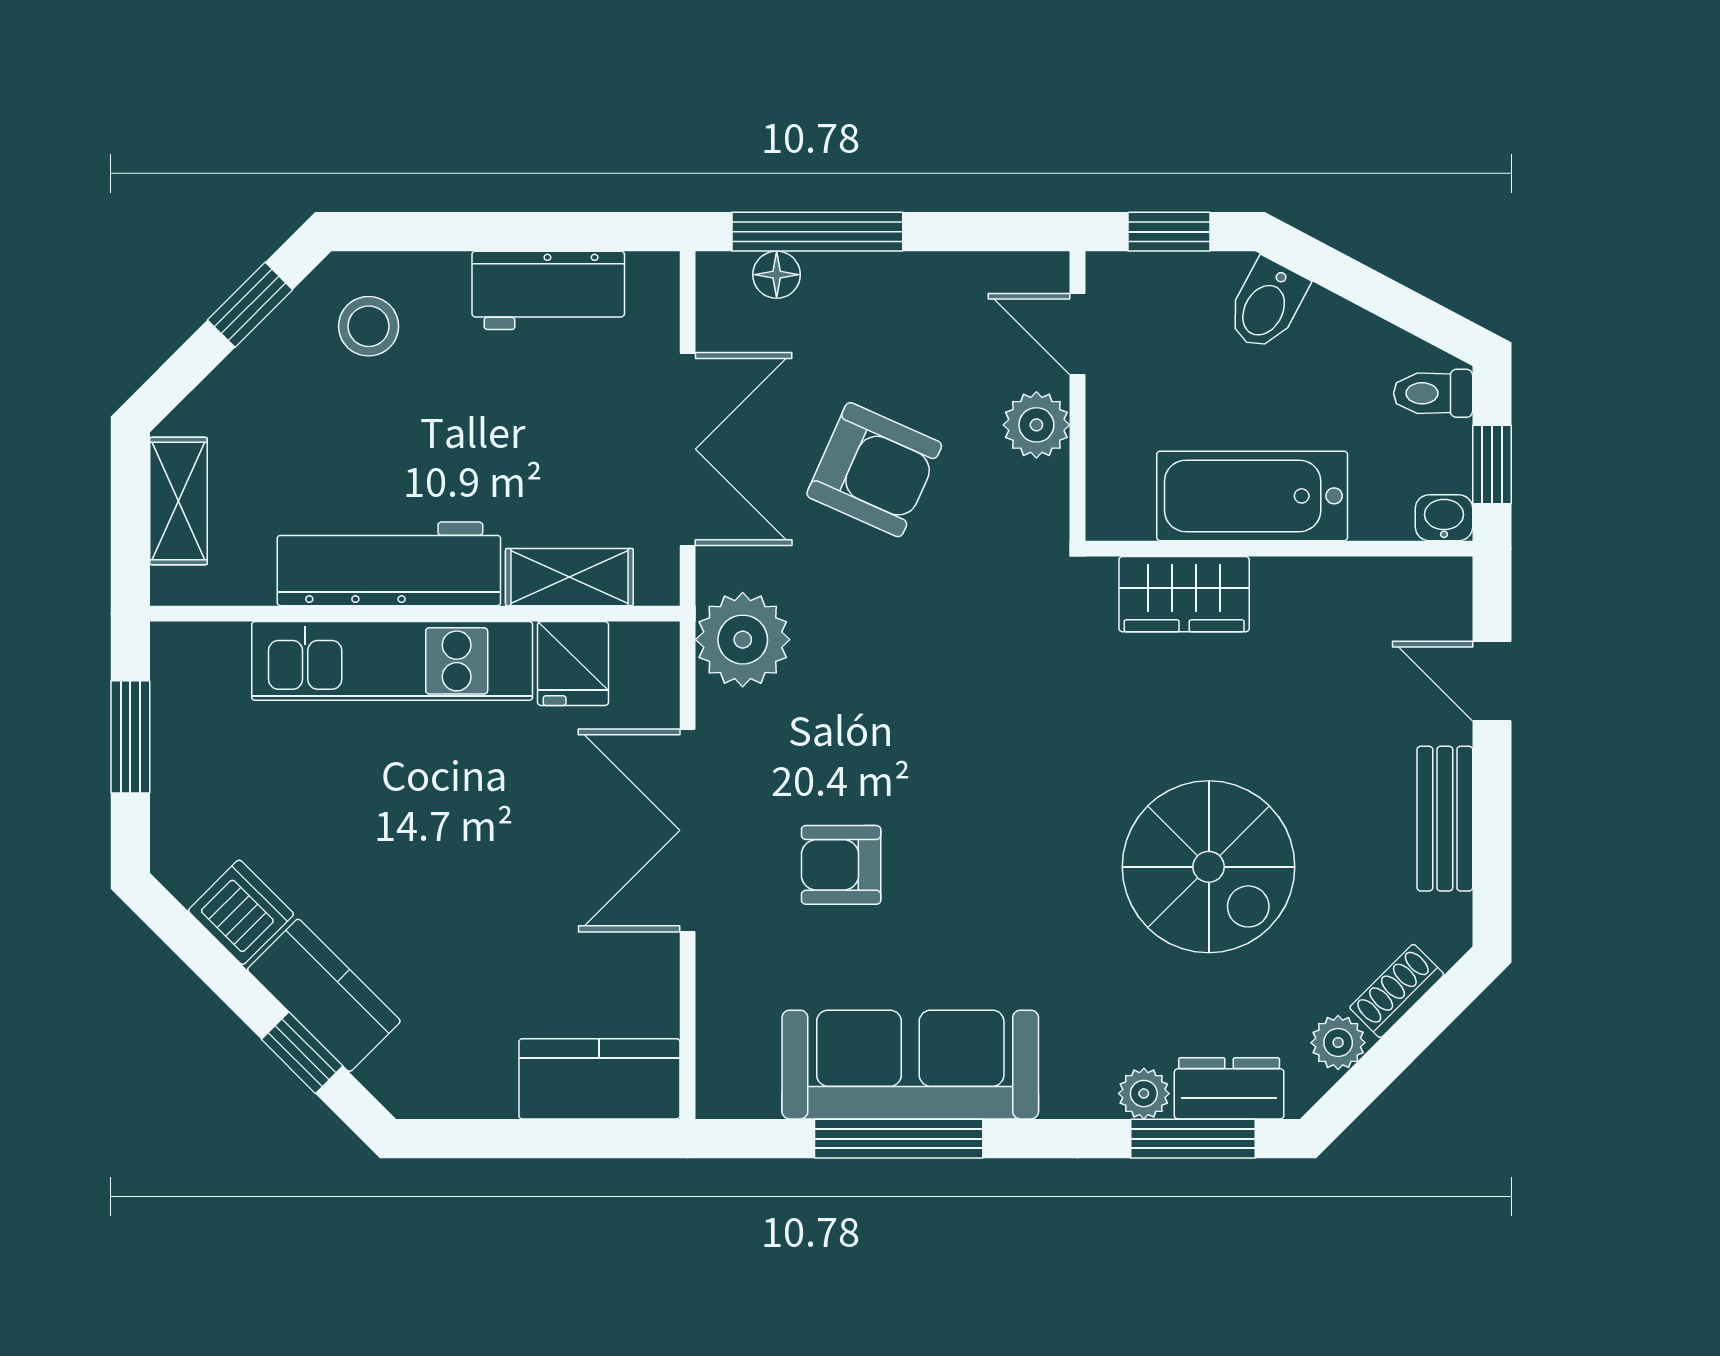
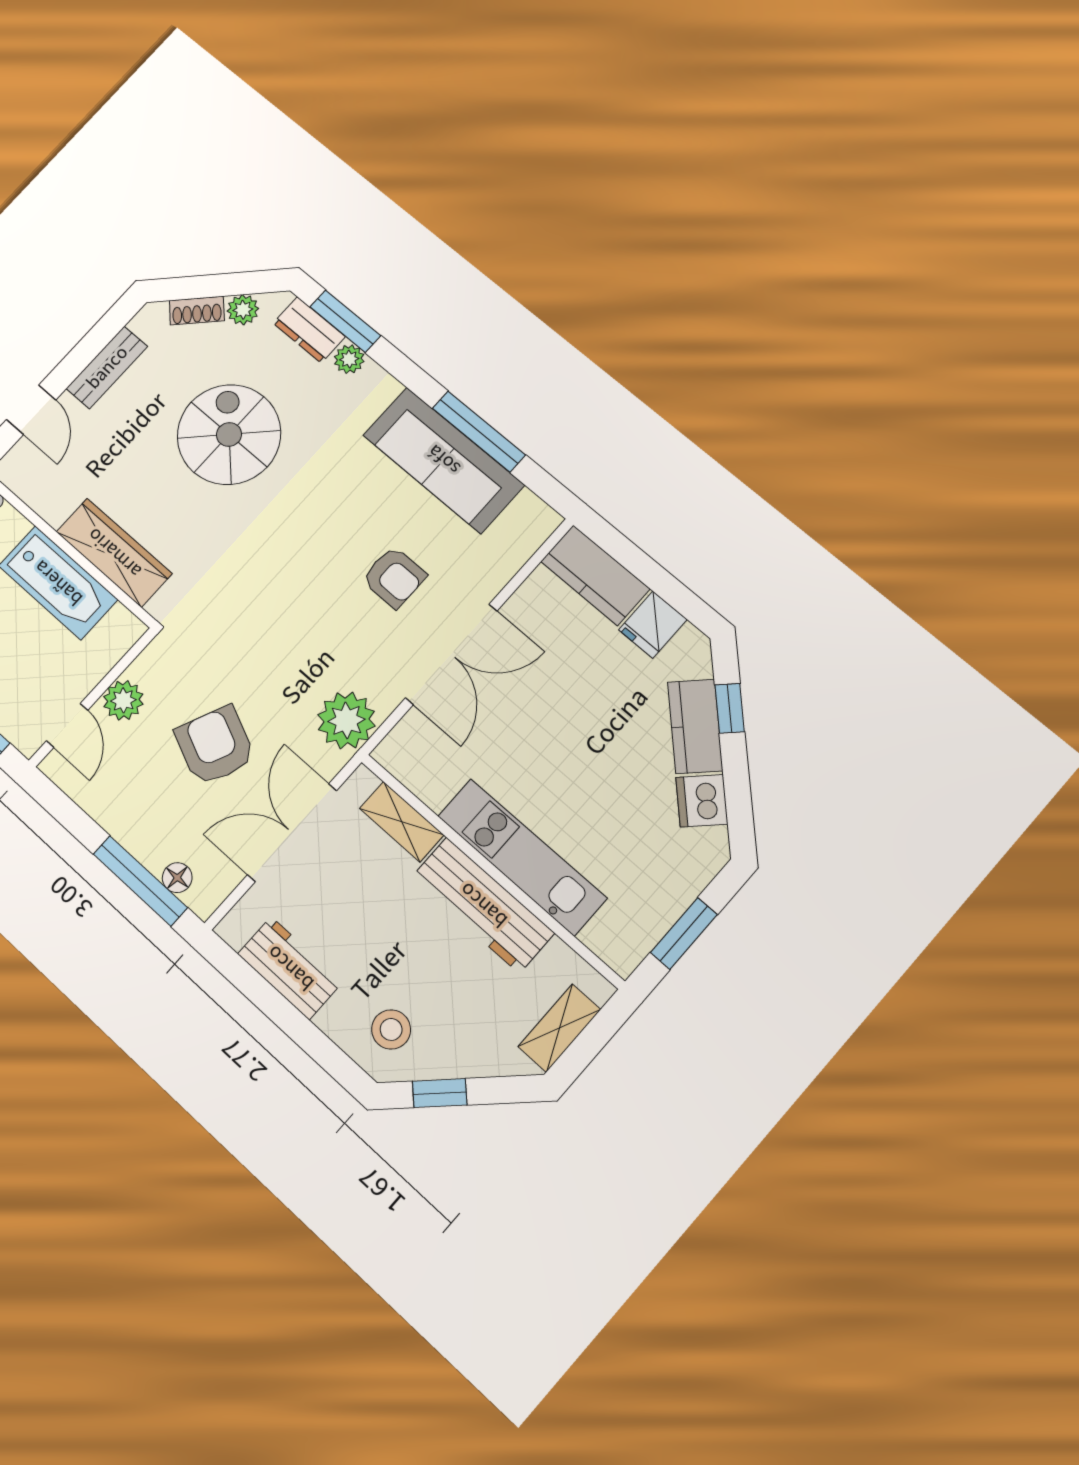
wardrobe: (1184, 594) -> (114, 553), width x1.50
fridge: (573, 664) -> (653, 625), moved, turned 180

